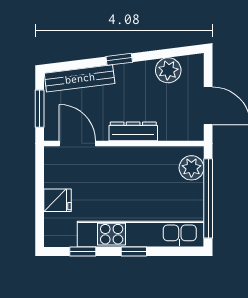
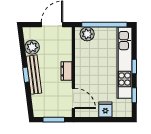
bench: (80, 78) -> (34, 75), moved
dresser: (133, 131) -> (67, 71), width x0.70
door: (77, 143) -> (73, 98), swing flipped

